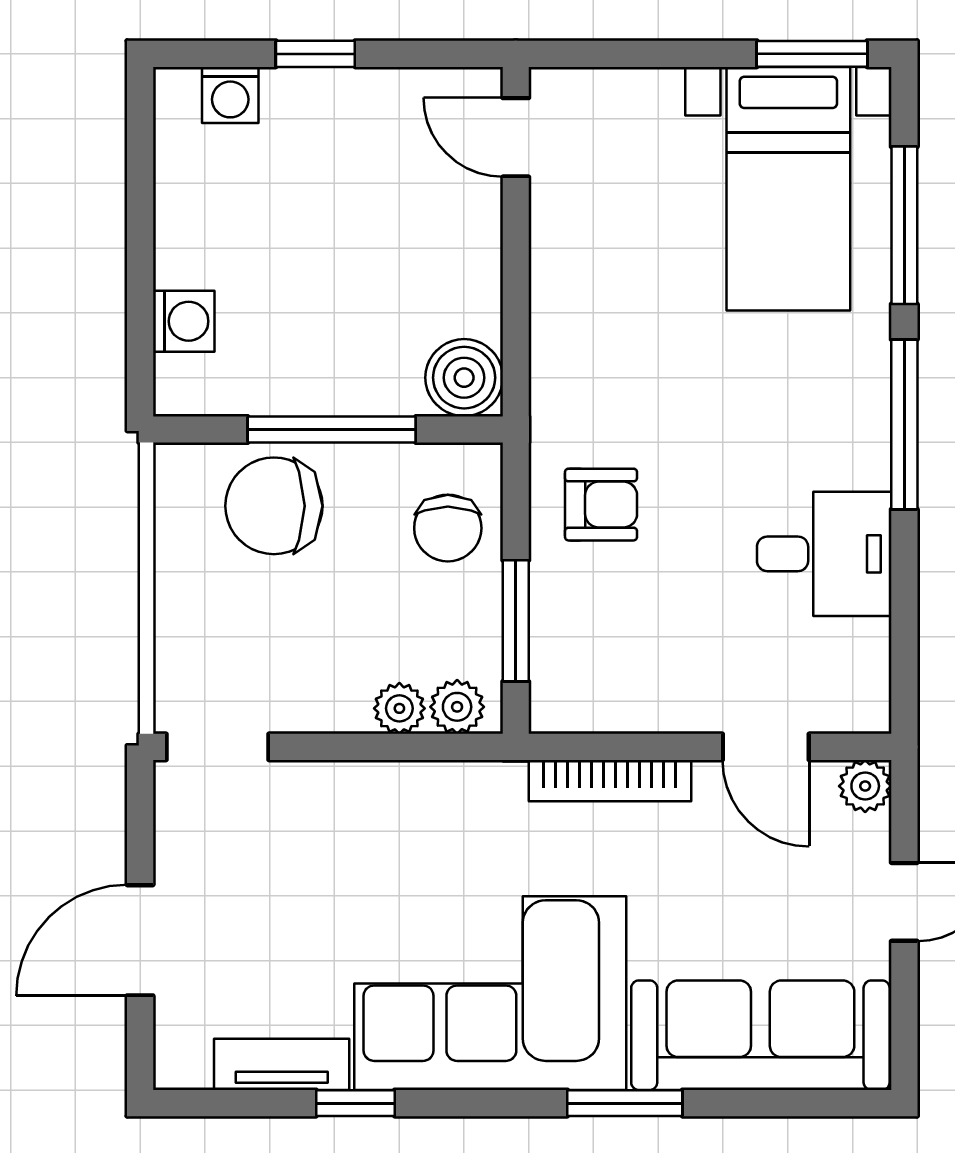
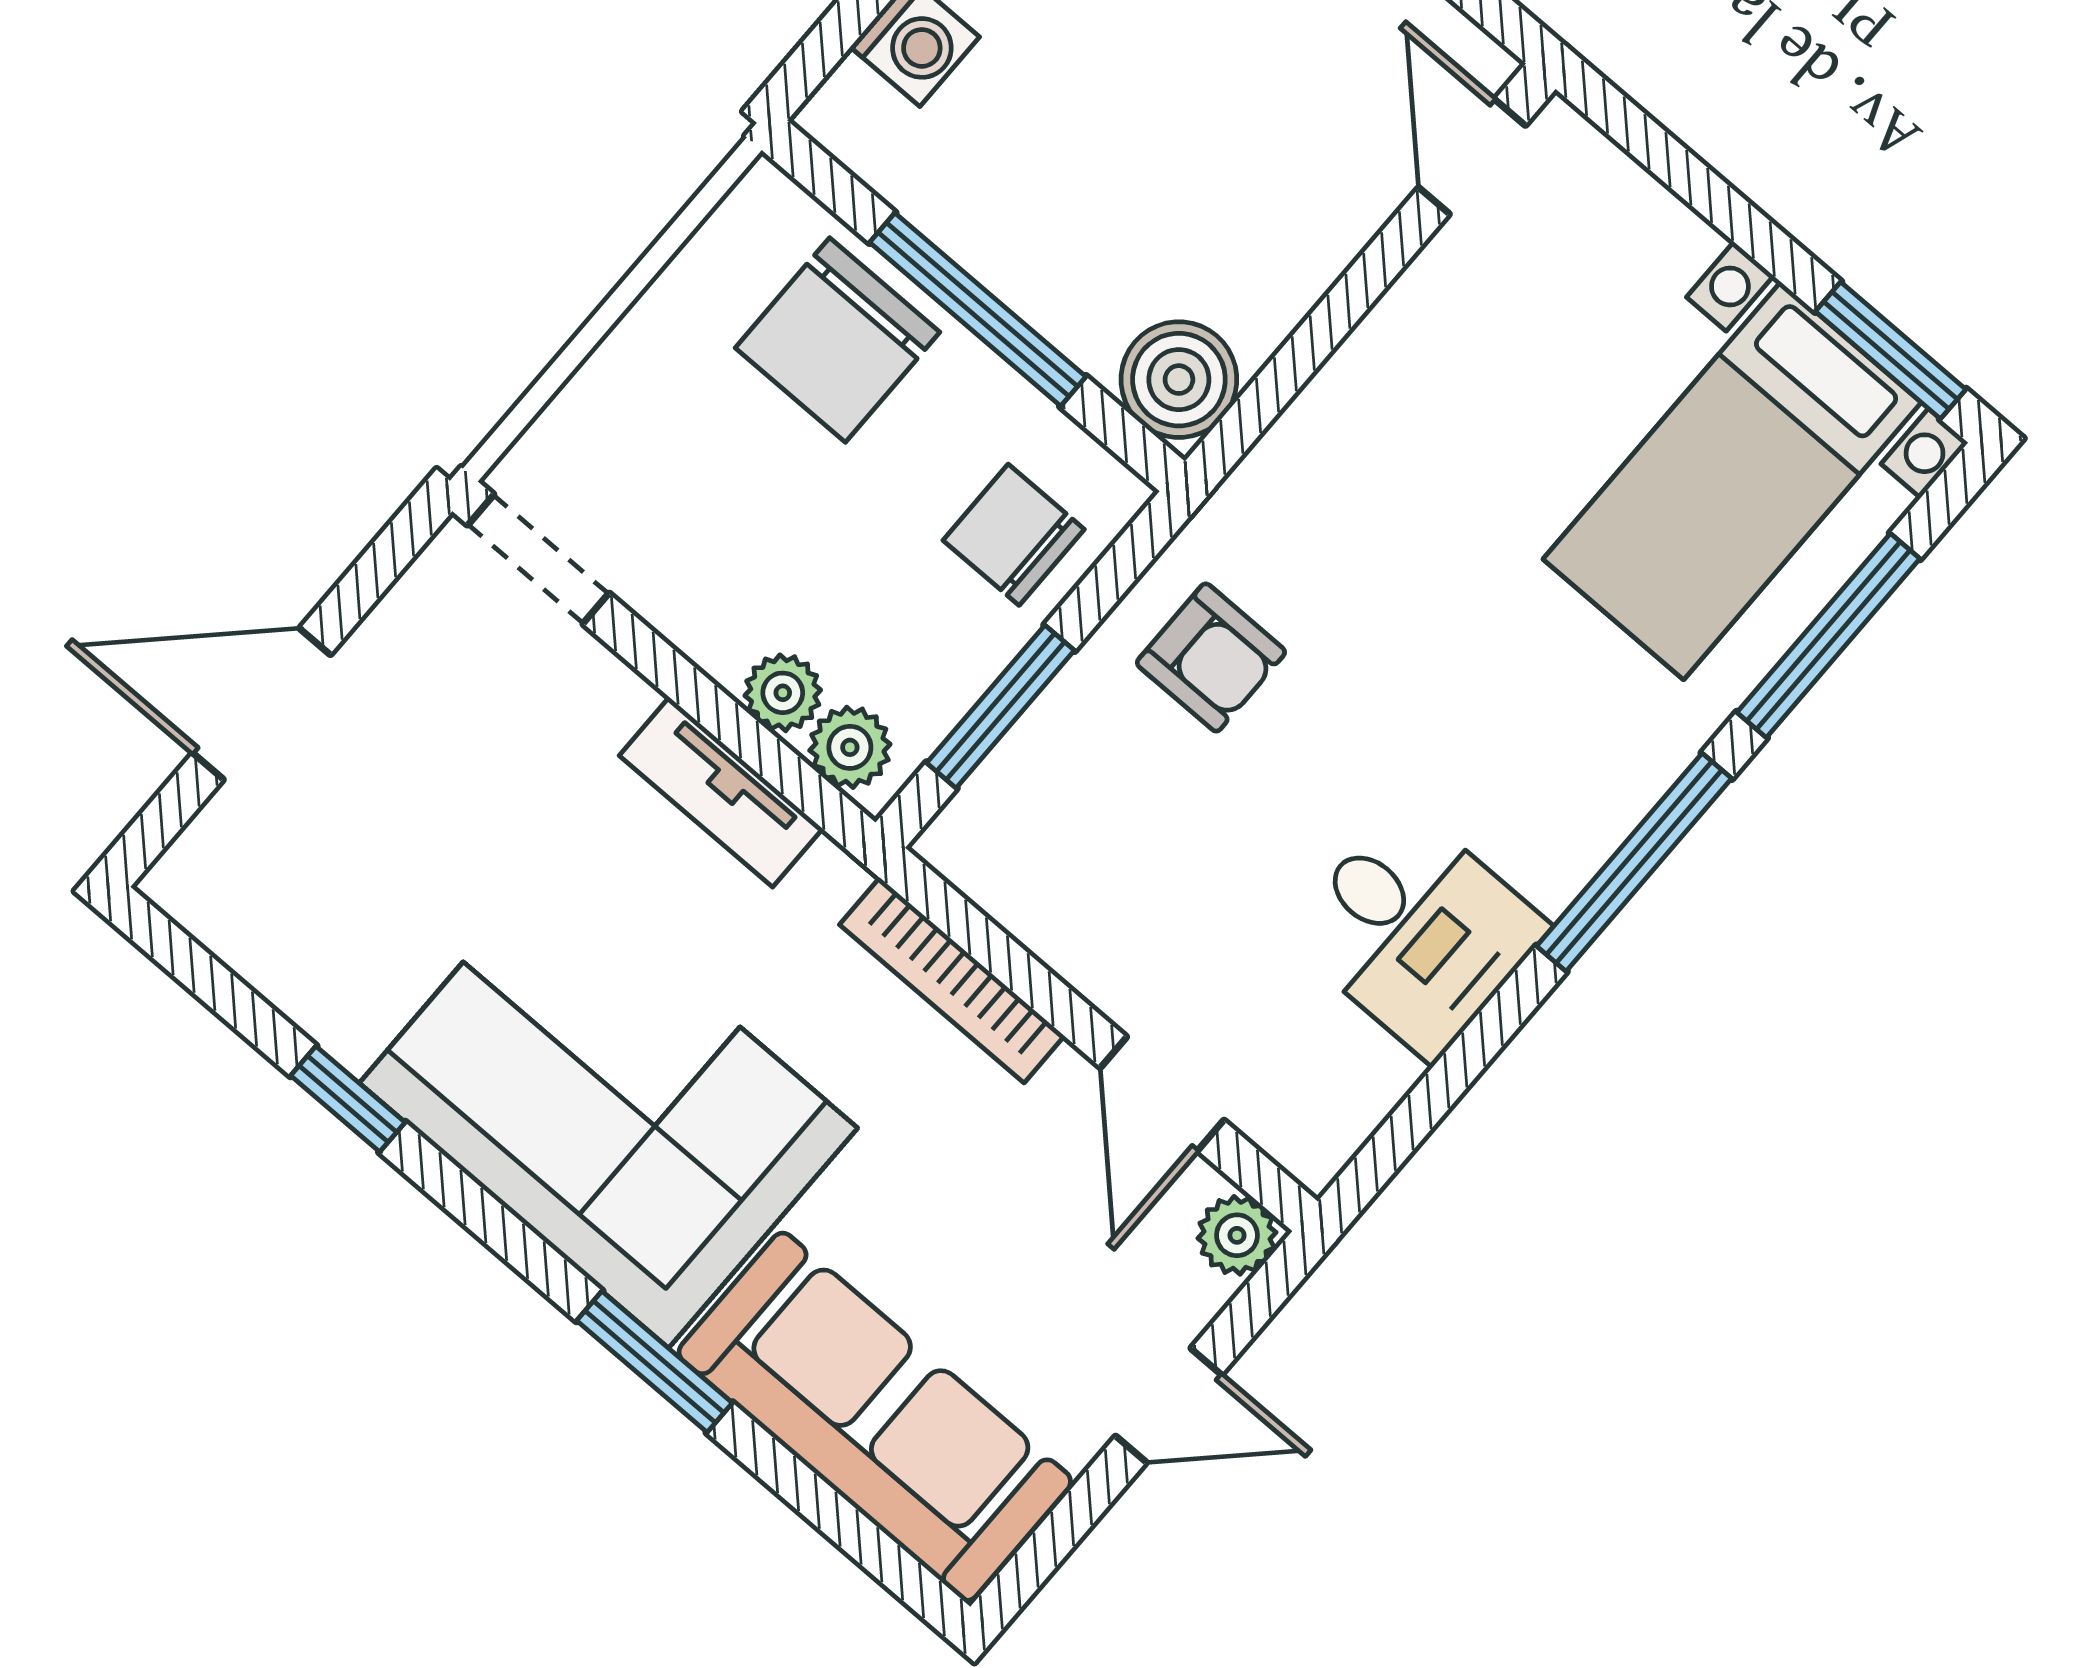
chair: (274, 506) -> (838, 340), turned -90
chair: (448, 528) -> (1014, 535), turned 90
tv unit: (282, 1064) -> (721, 792), moved, turned 180

